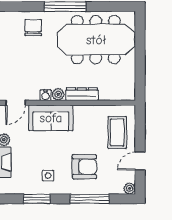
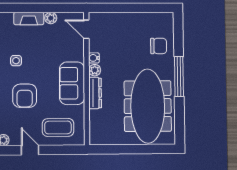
sofa: (51, 118) -> (72, 83), moved

